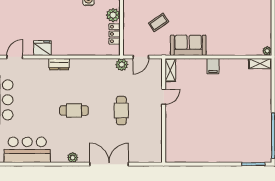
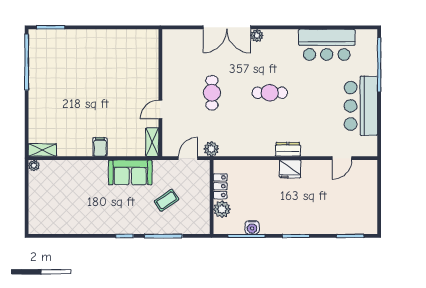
fridge: (42, 48) -> (290, 169), moved
plant: (73, 157) -> (257, 35), moved

